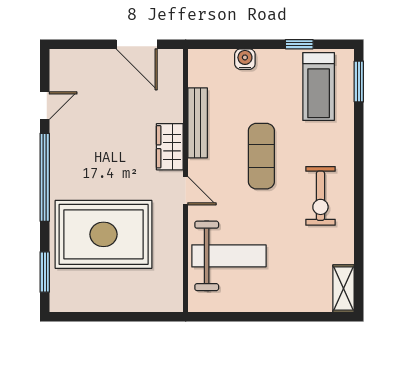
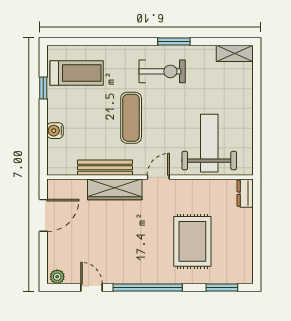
plant: (58, 62) -> (57, 277), added
window: (359, 81) -> (174, 41), moved
wardrobe: (170, 147) -> (115, 189), width x1.50
exercise mat: (261, 156) -> (131, 118), turned 90
rug: (104, 234) -> (192, 241), width x0.73, depth x0.69
dresser: (165, 302) -> (245, 193), added

